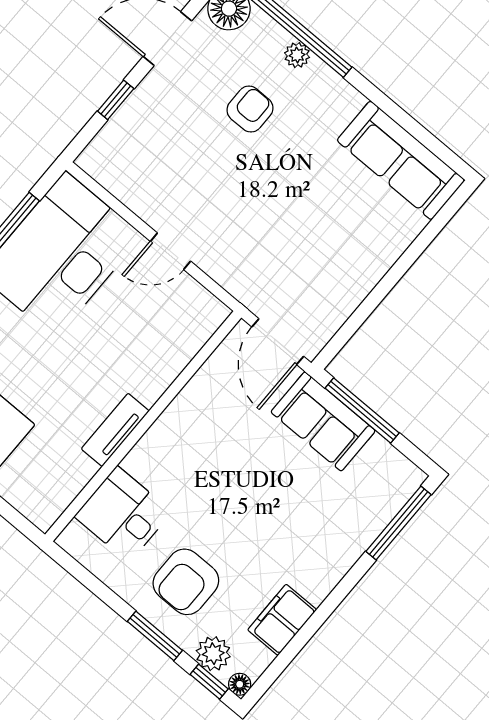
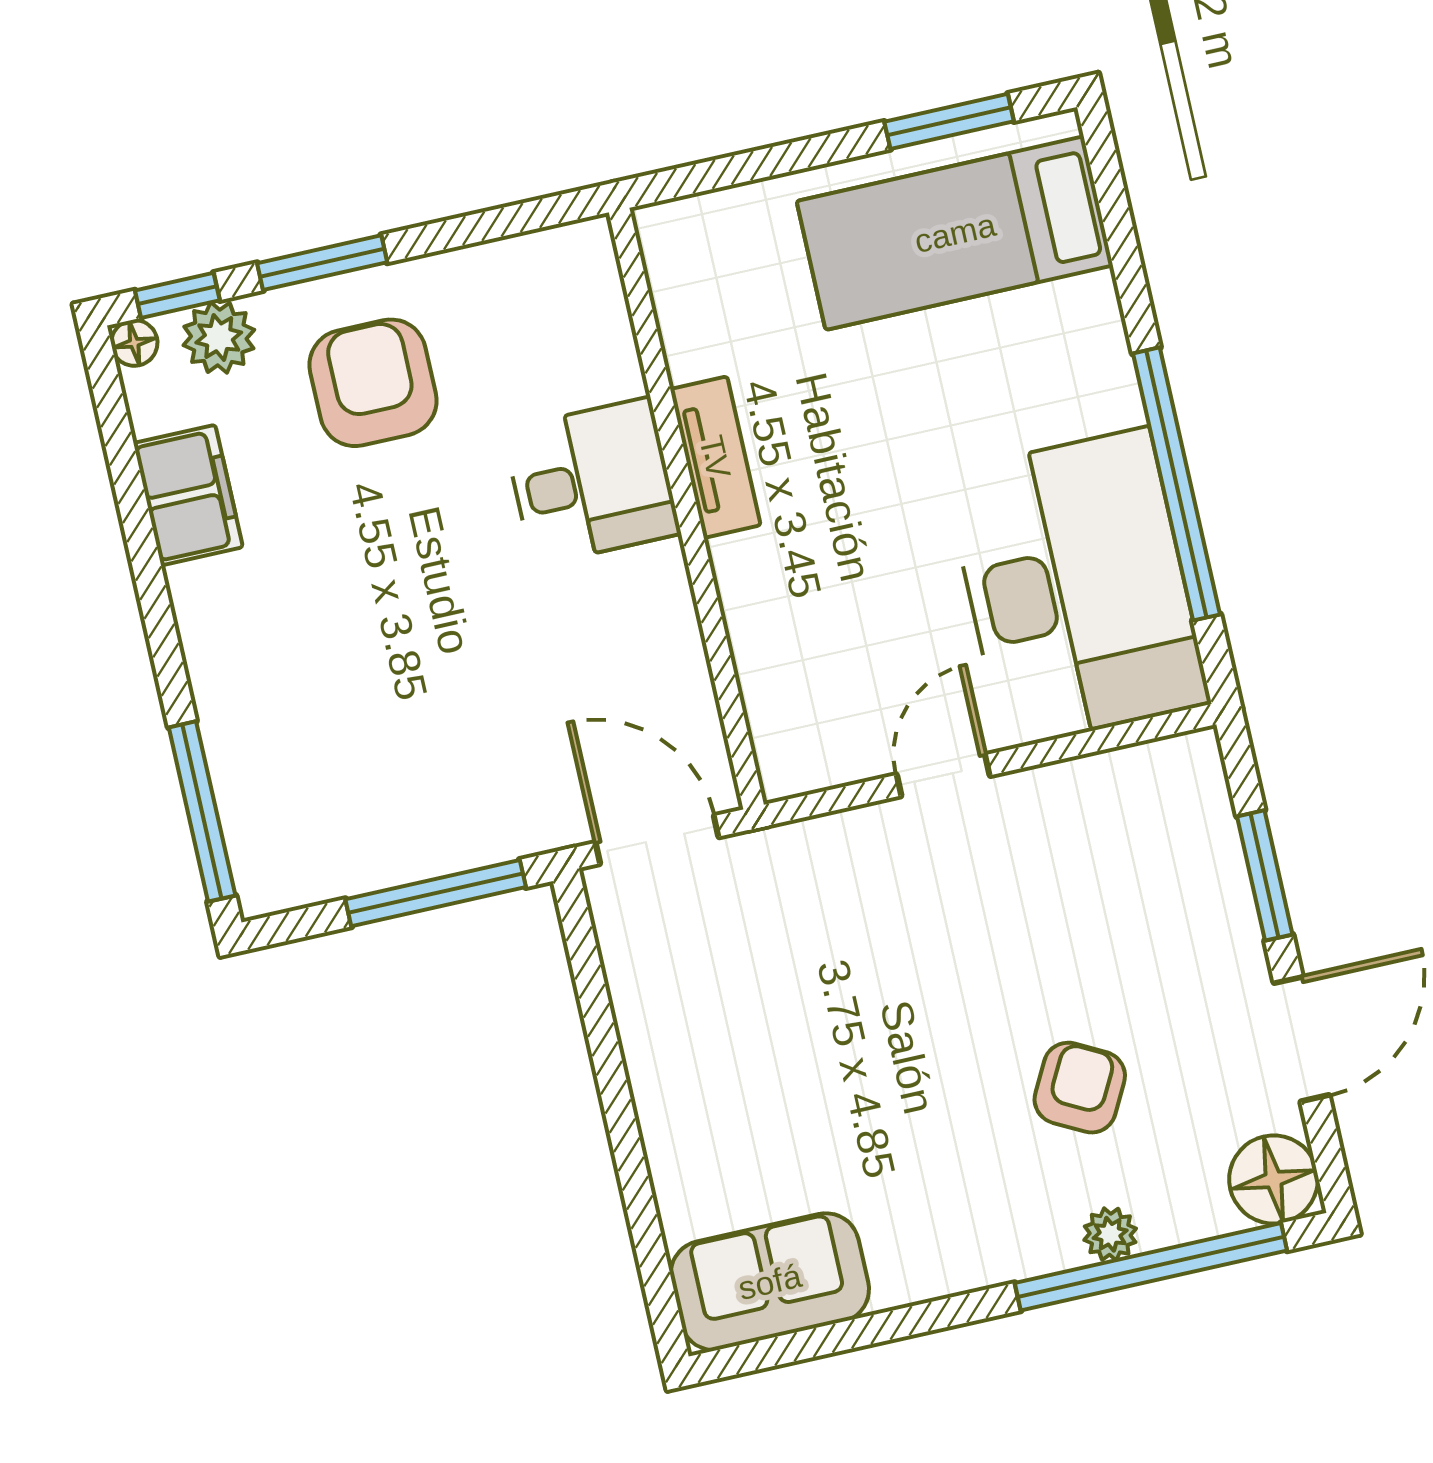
window: (116, 100) -> (1265, 875), width x1.50
armchair: (250, 109) -> (1080, 1088), turned -152
sofa: (401, 160) -> (770, 1282), width x0.73
sofa: (323, 421) -> (467, 814), removed
desk: (123, 514) -> (592, 482), moved

